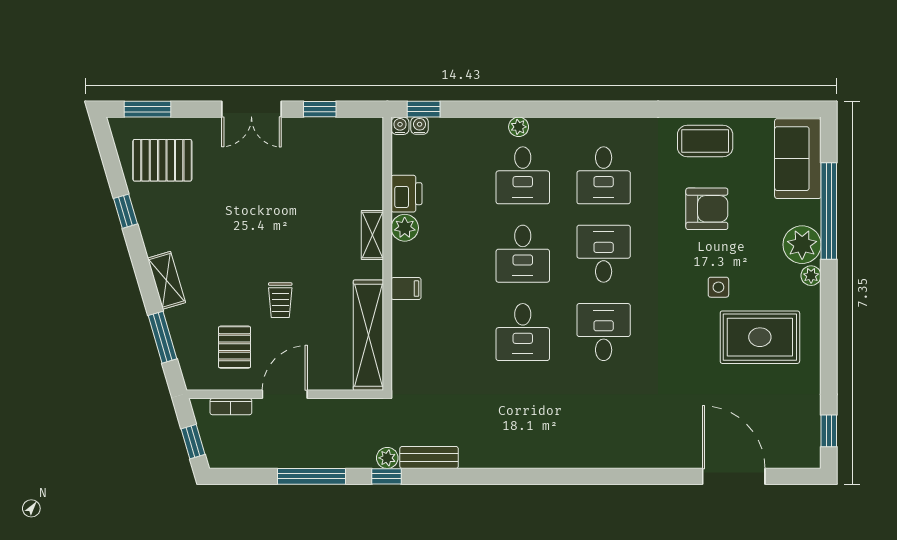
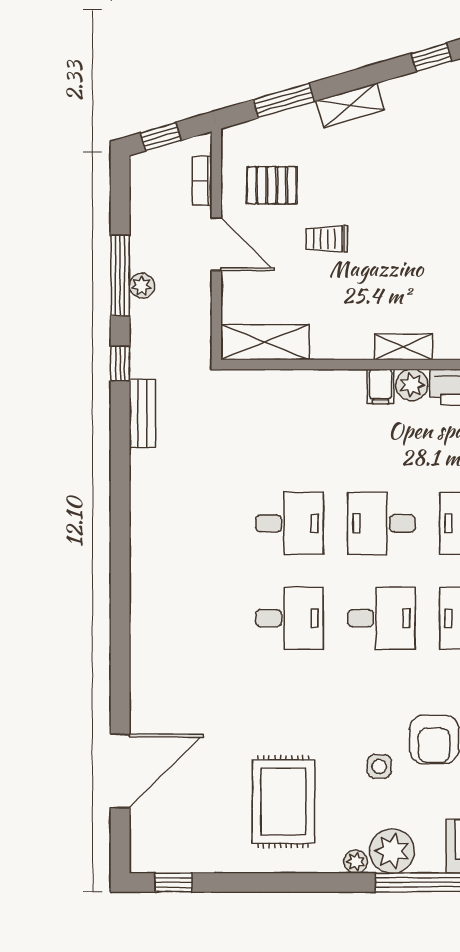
side table: (718, 287) -> (379, 766), moved
filing cabinet: (406, 289) -> (381, 386), moved
desk: (523, 332) -> (289, 523), turned 180
shelving: (368, 335) -> (265, 342), width x0.68
plant: (387, 458) -> (142, 286), moved

